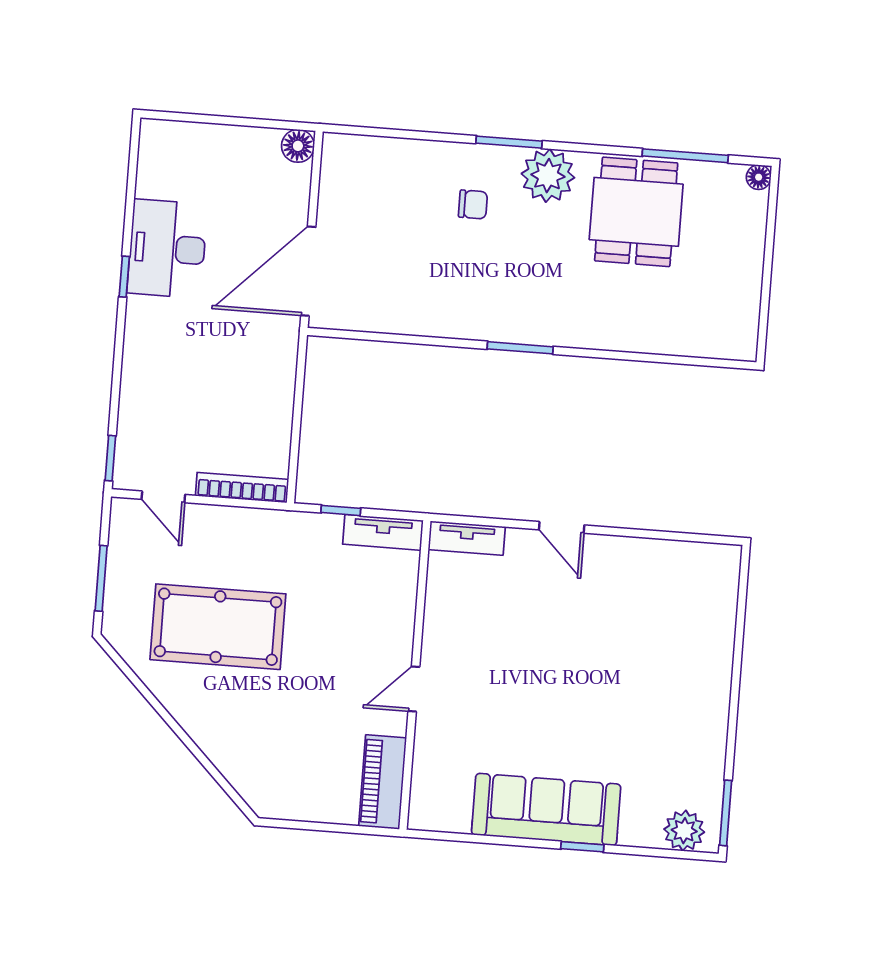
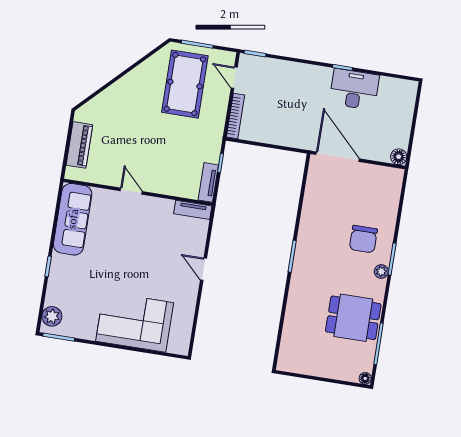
plant: (548, 176) -> (381, 271), width x0.53, depth x0.53
chair: (473, 204) -> (363, 239), width x1.87, depth x1.87
door: (163, 497) -> (234, 78), hinge flipped
door: (562, 527) -> (203, 269), hinge flipped
tv unit: (467, 538) -> (193, 210), moved, turned -90
pool table: (218, 627) -> (185, 84), moved
corner sofa: (682, 660) -> (135, 322), added
piano: (383, 782) -> (79, 145), moved, turned 90
sofa: (546, 809) -> (73, 219), moved

